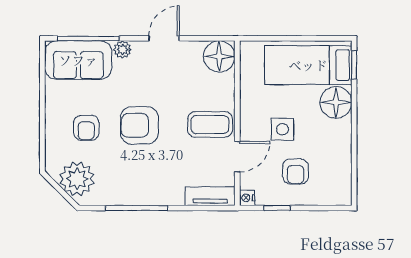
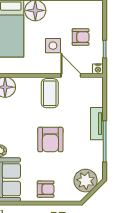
armchair: (86, 128) -> (46, 189), moved
tv unit: (210, 196) -> (97, 124), moved

